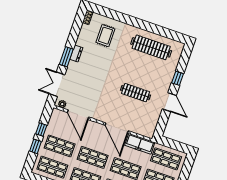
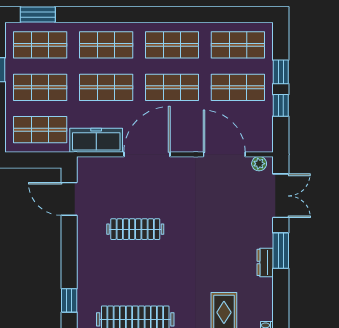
window: (178, 78) -> (69, 300), moved
door: (169, 102) -> (69, 199), moved
door: (117, 128) -> (147, 154), hinge flipped

